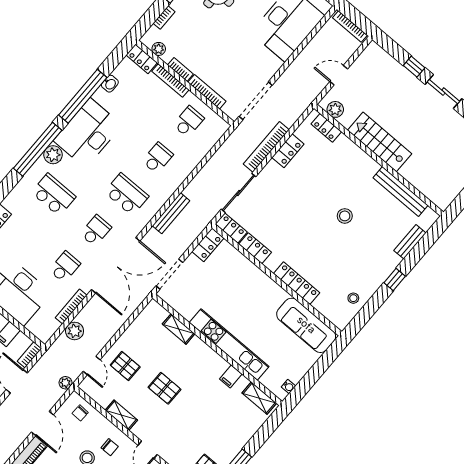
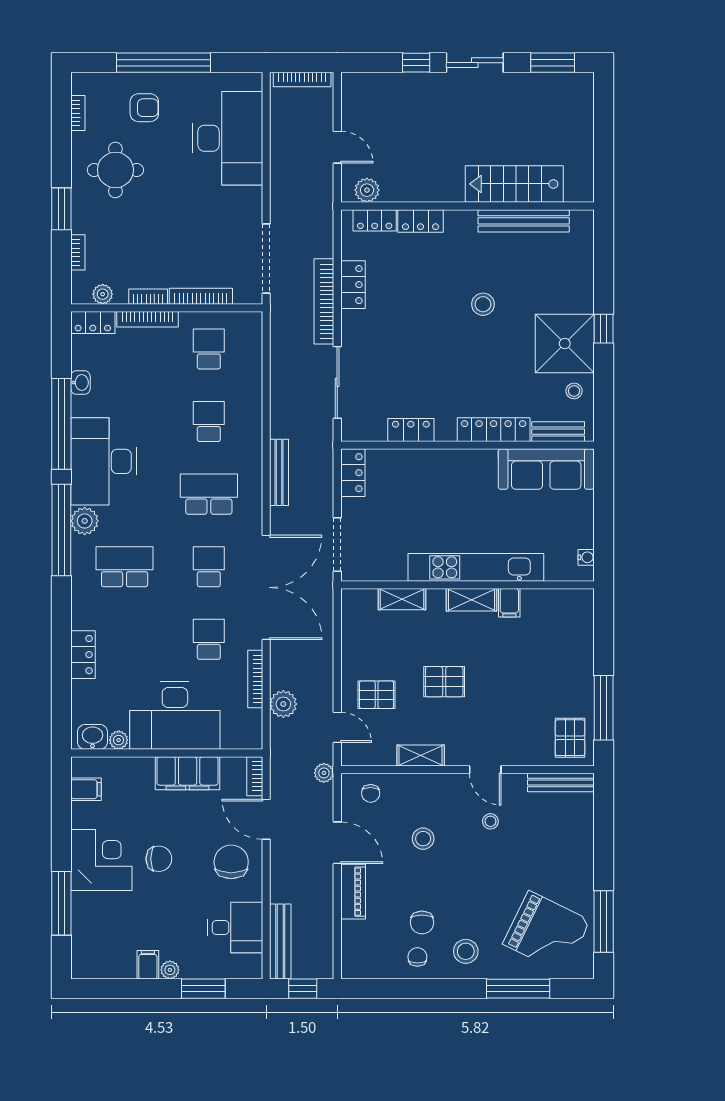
door: (339, 75) -> (337, 147), swing flipped
stairs: (380, 142) -> (514, 184), moved
locker: (231, 228) -> (421, 221), moved, turned 180
bench: (410, 242) -> (558, 432), moved, turned 90
shower: (369, 270) -> (565, 344), added
shelving: (259, 398) -> (472, 600), moved
chair: (110, 447) -> (439, 804), removed

